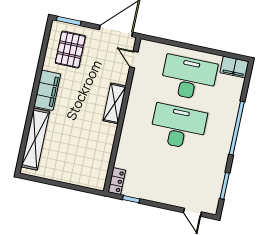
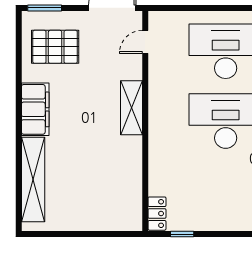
pallet: (70, 50) -> (55, 47), turned 90
door: (134, 59) -> (145, 42), hinge flipped

